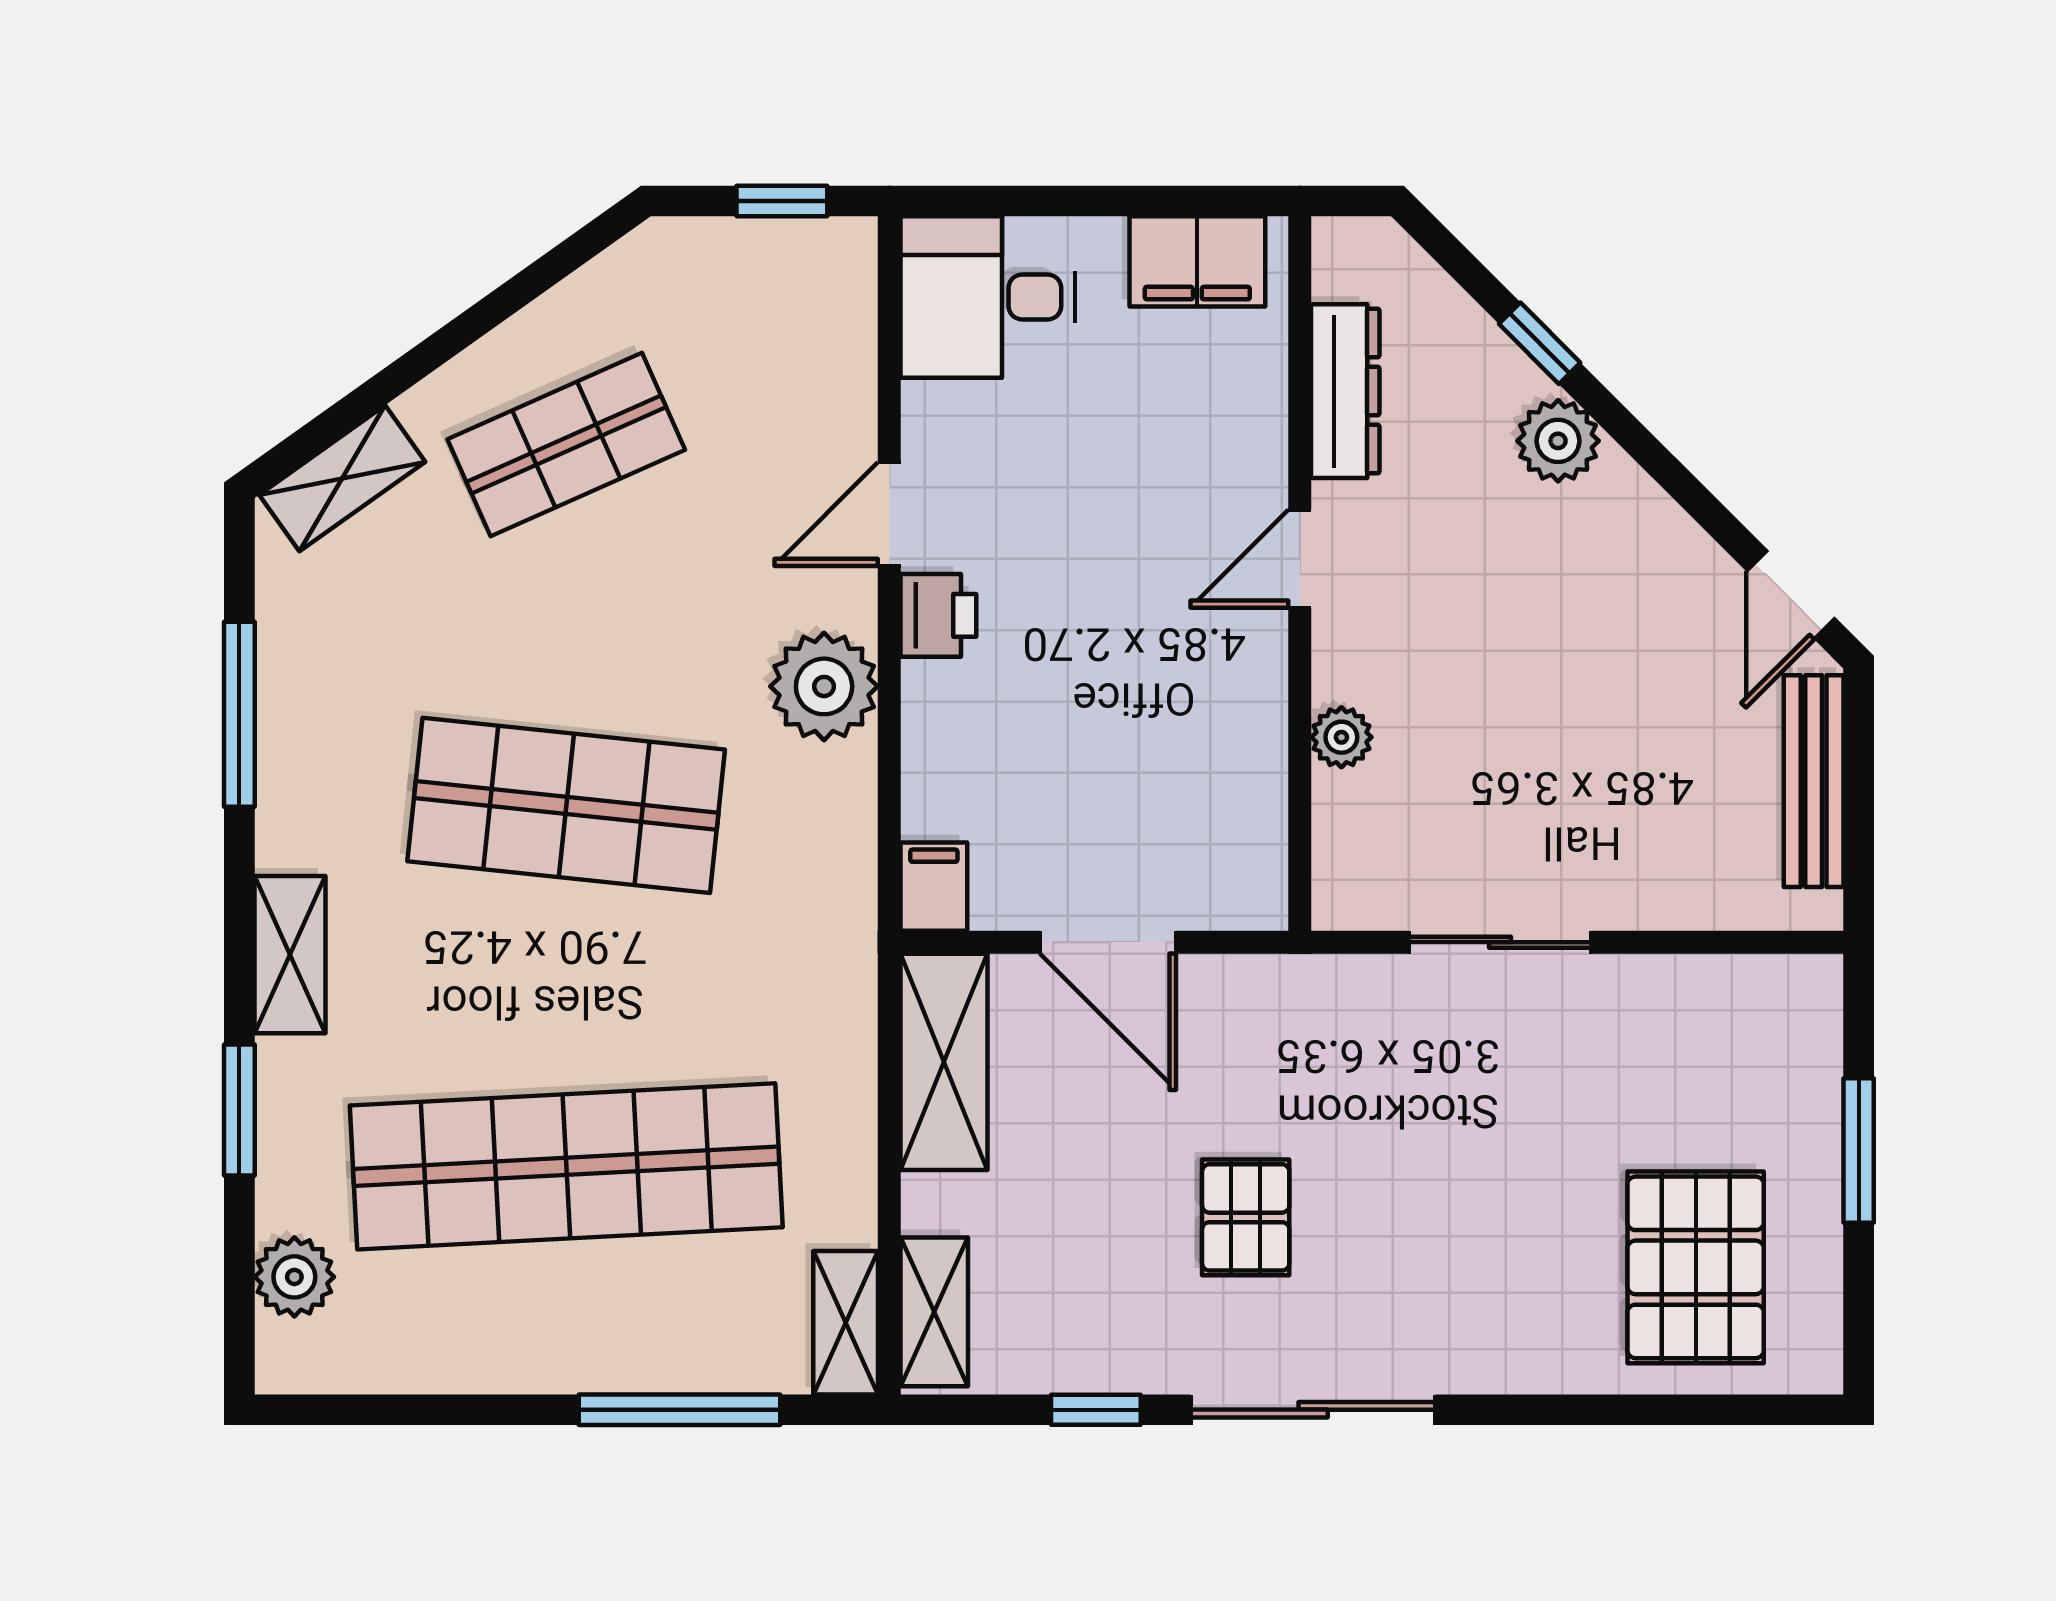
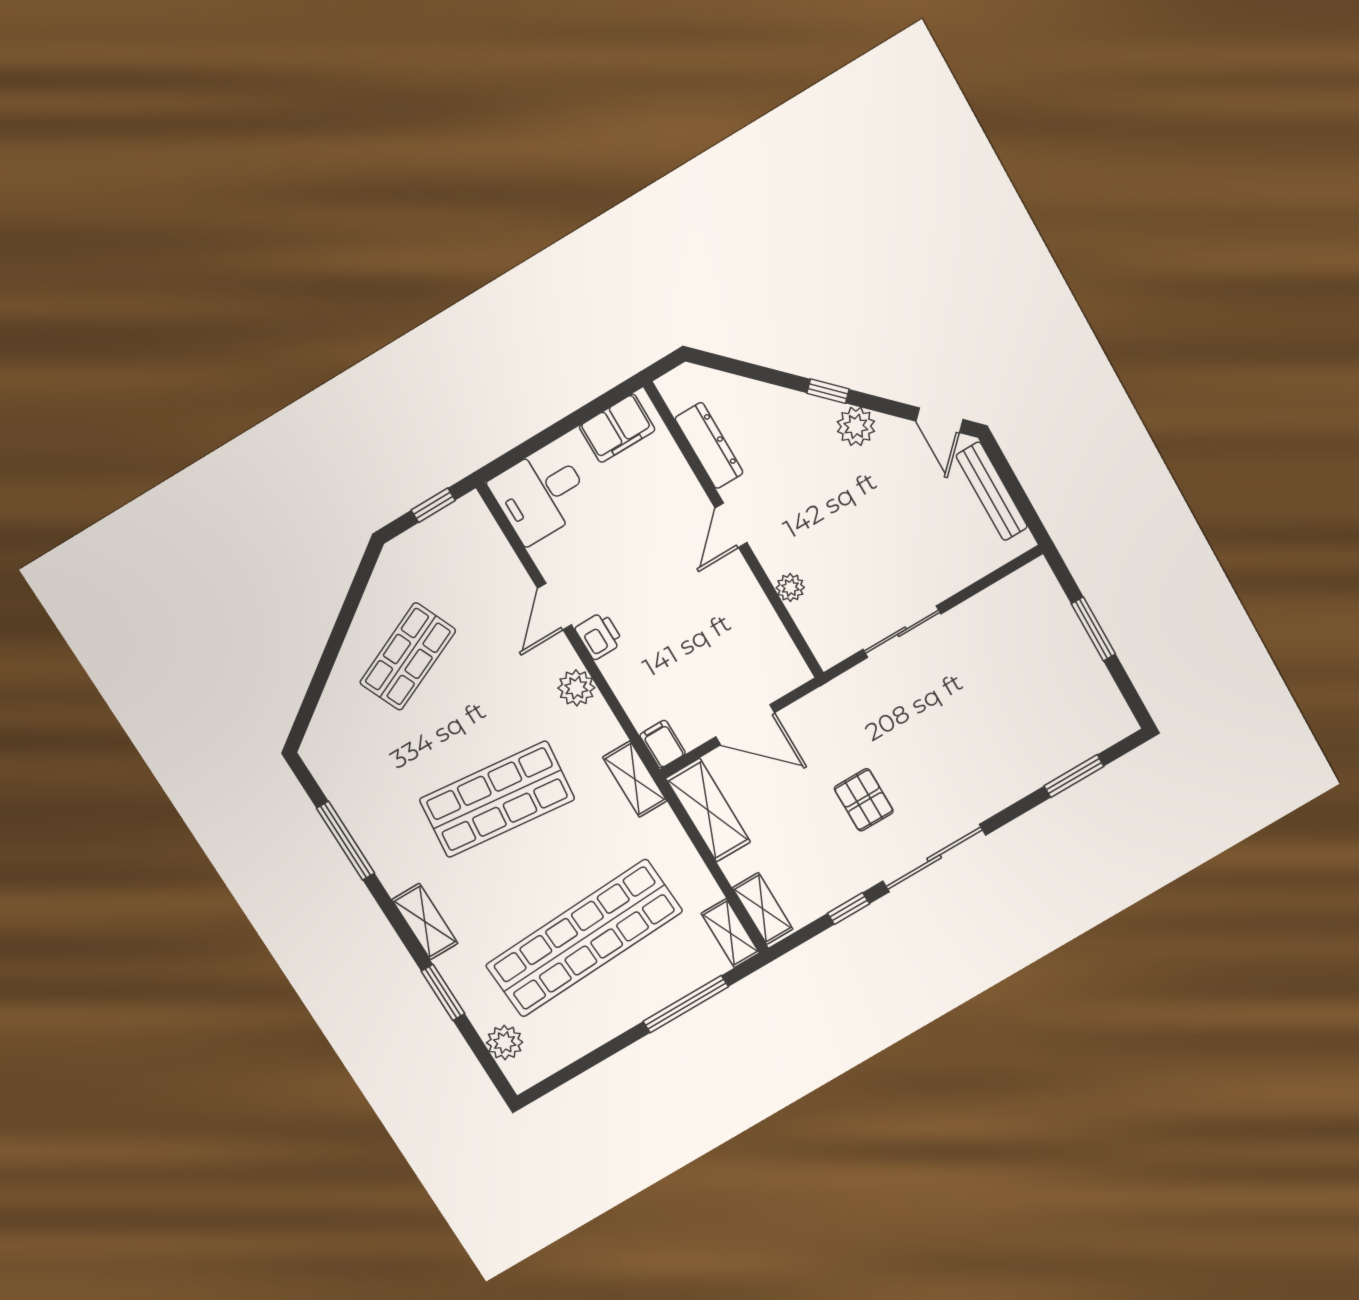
window: (1540, 343) -> (828, 391), moved
plant: (1558, 441) -> (856, 426), moved
shelving: (342, 478) -> (635, 779), moved, turned -55
plant: (824, 686) -> (576, 688), width x0.73, depth x0.73
pallet: (1696, 1267) -> (1054, 714), removed
window: (1666, 1410) -> (1074, 776), added

